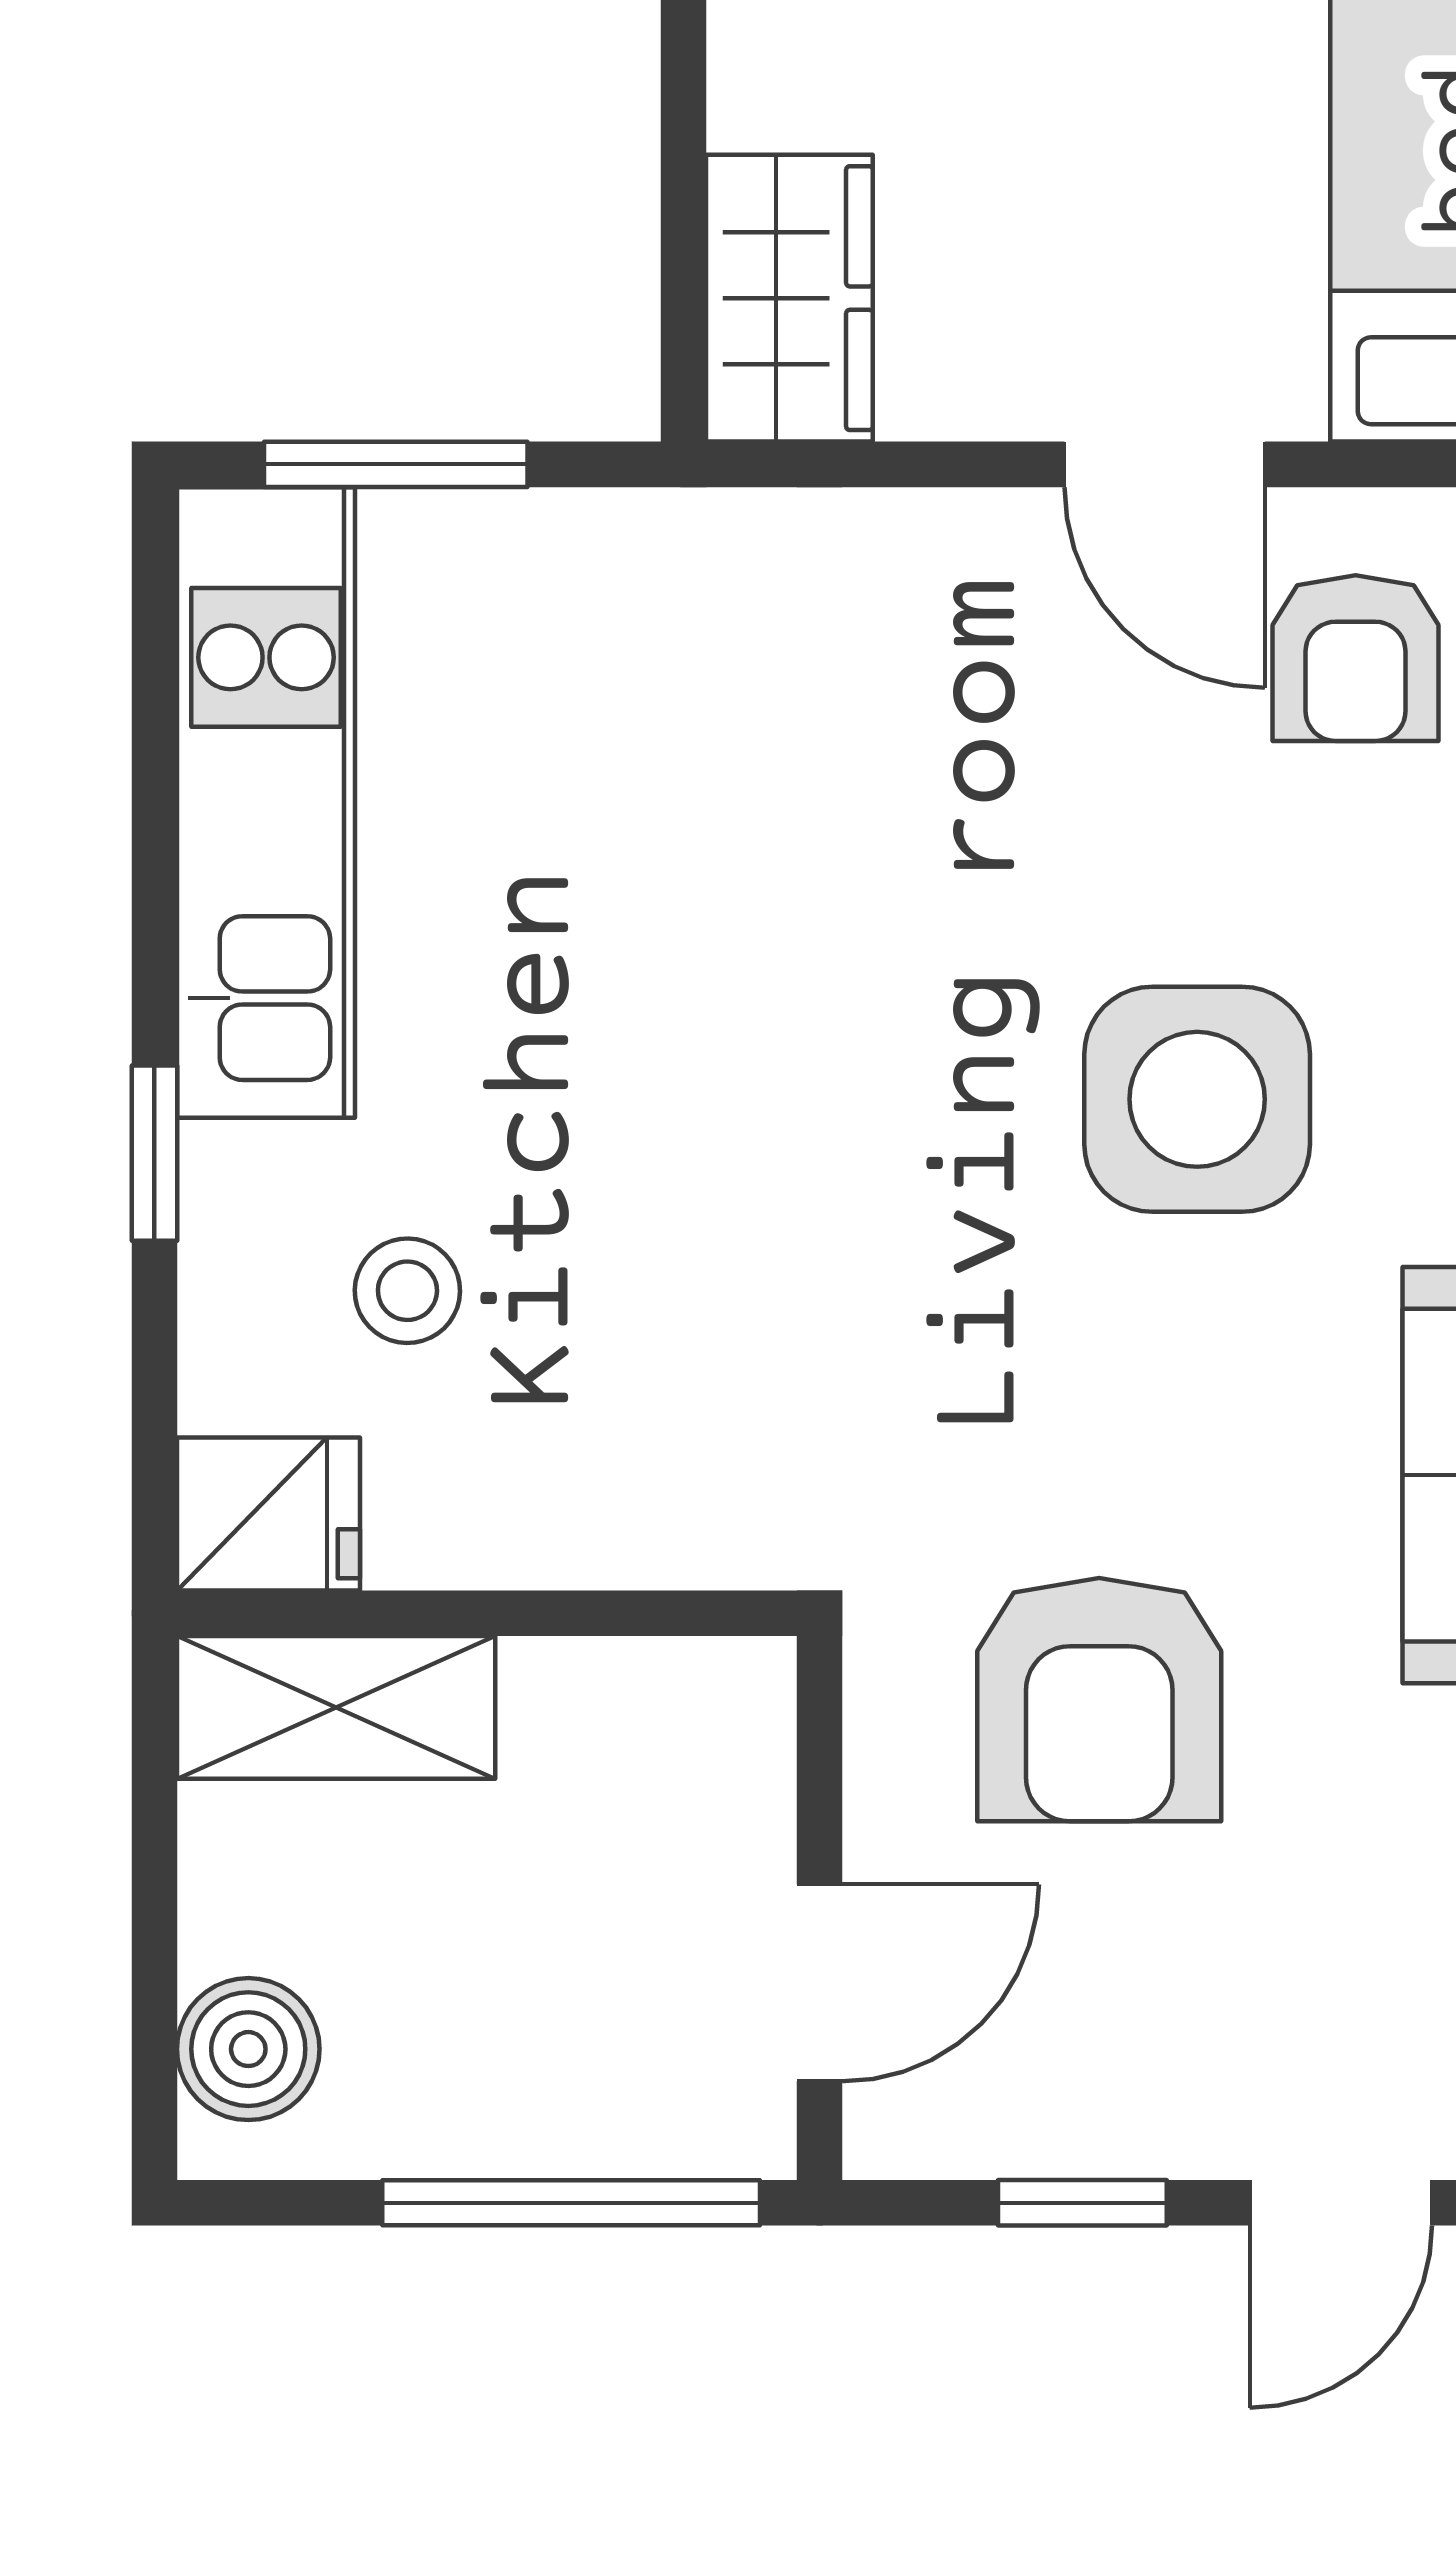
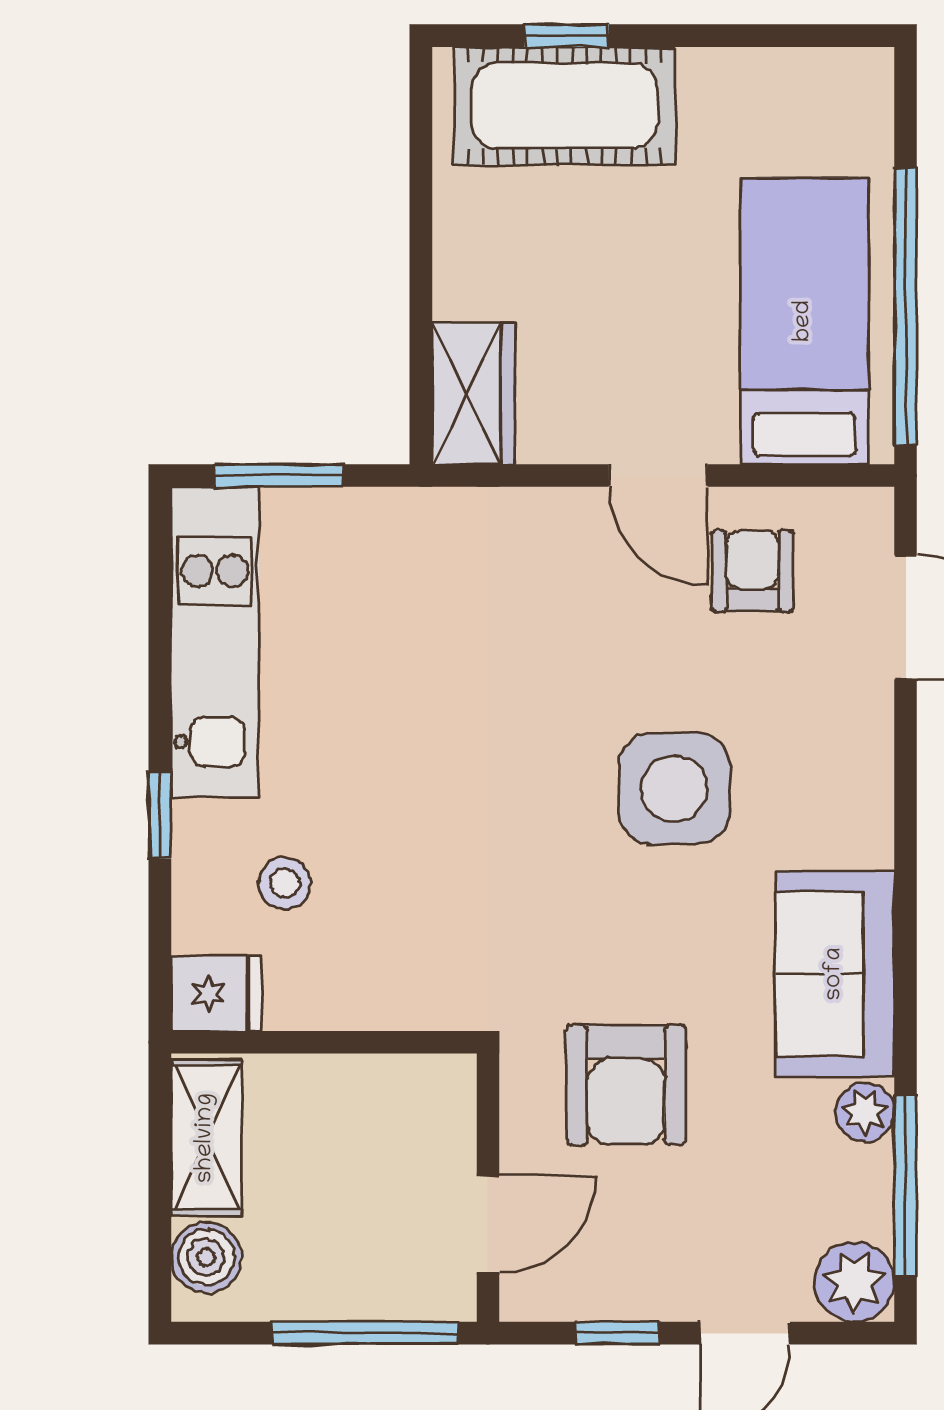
armchair: (1356, 658) -> (752, 571), turned 180
shelving: (336, 1707) -> (206, 1138), moved, turned 90

